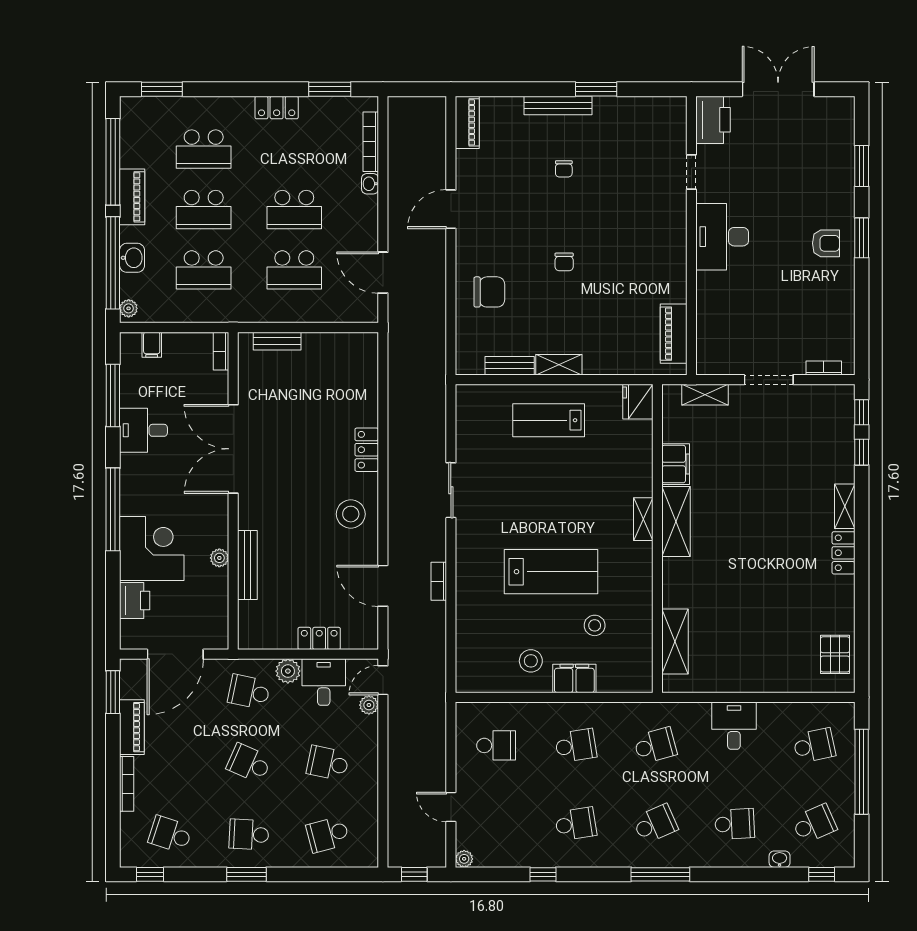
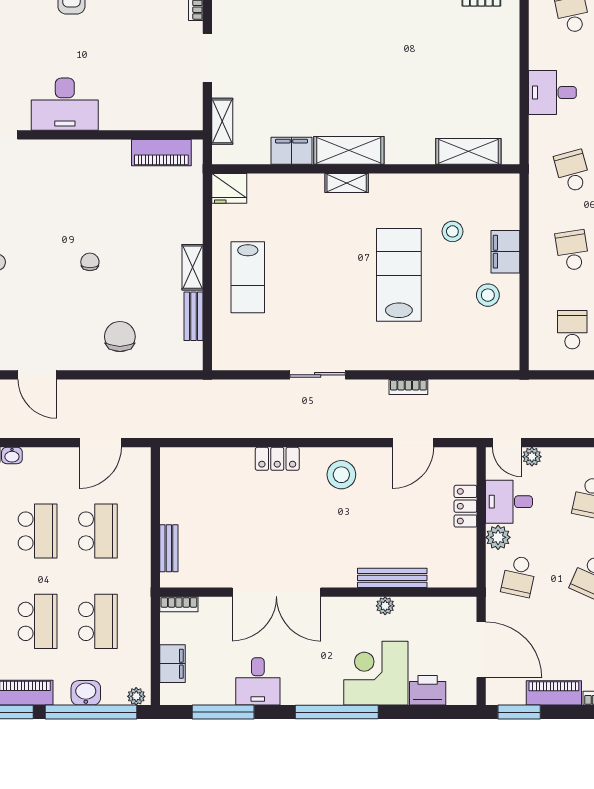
chair: (564, 262) -> (90, 262), turned -90
filing cabinet: (152, 345) -> (172, 664), width x2.00

